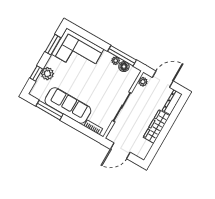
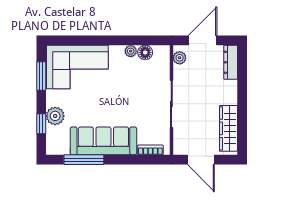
window: (122, 56) -> (135, 40), removed
wardrobe: (156, 127) -> (228, 128), moved
door: (120, 151) -> (201, 160), hinge flipped

